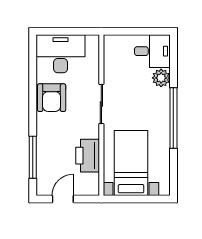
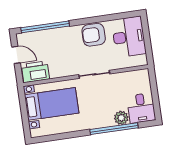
window: (173, 118) -> (114, 129), moved
printer: (88, 156) -> (35, 72), moved
window: (33, 157) -> (45, 27), width x1.46

